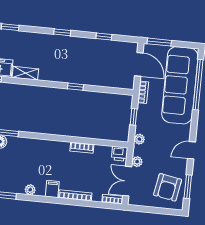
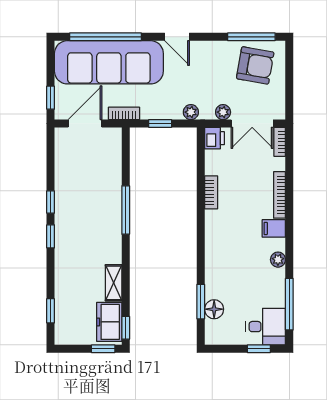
window: (104, 36) -> (51, 202), moved
window: (159, 42) -> (51, 98), width x0.67
window: (75, 87) -> (126, 210), width x2.17
door: (191, 150) -> (177, 37), moved
window: (188, 187) -> (251, 37), width x1.44

